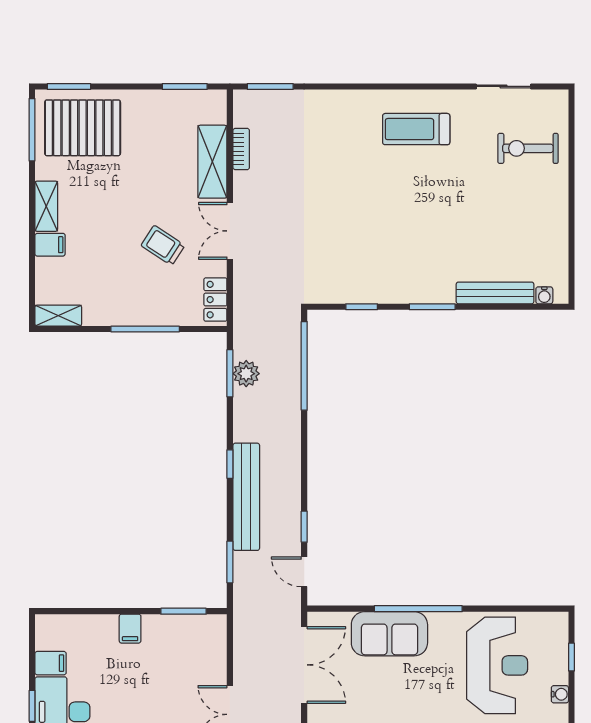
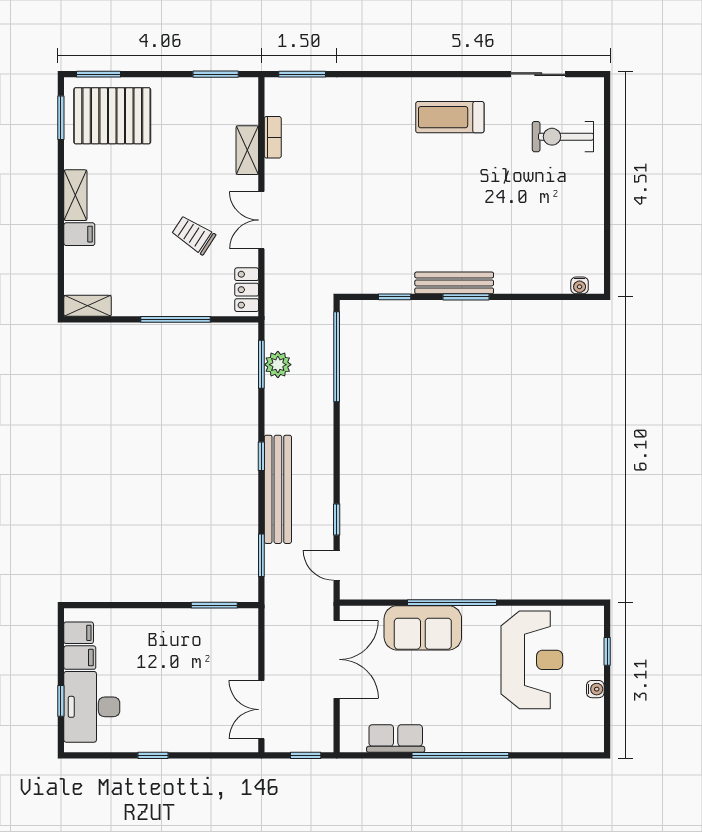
window: (32, 130) -> (61, 118), width x0.69
shelving: (212, 162) -> (247, 150), width x0.67, depth x0.75
bench: (495, 293) -> (454, 283), moved
filing cabinet: (130, 629) -> (79, 633), moved, turned -90

